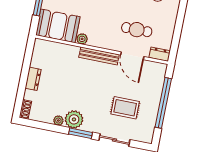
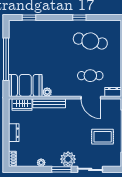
wardrobe: (49, 48) -> (22, 104), added
bench: (99, 56) -> (49, 103), moved
rug: (125, 108) -> (103, 137), moved
plant: (74, 119) -> (68, 159), moved

